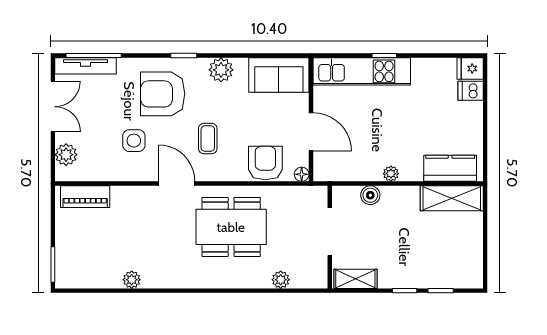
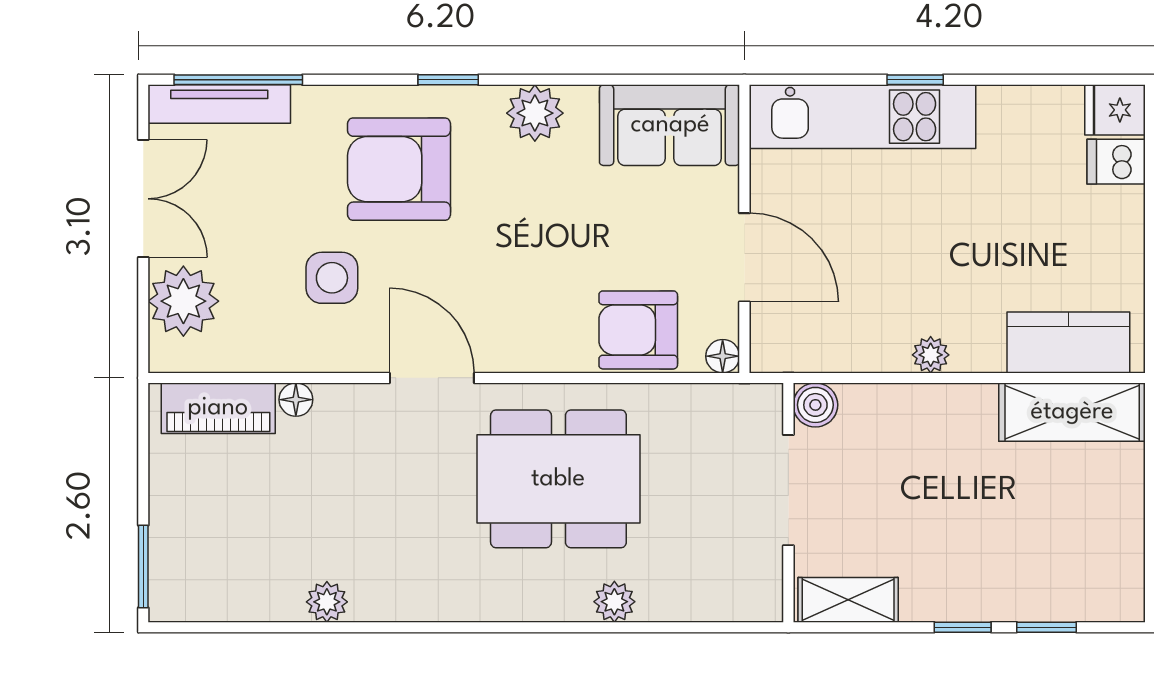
coffee table: (208, 139) -> (504, 273), removed
plant: (66, 155) -> (183, 301), width x1.36, depth x1.36
armchair: (265, 163) -> (638, 330), turned -90
floor lamp: (118, 193) -> (296, 400), added
boiler: (370, 195) -> (815, 405), moved
plant: (281, 280) -> (614, 602), moved

